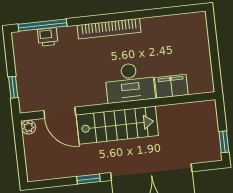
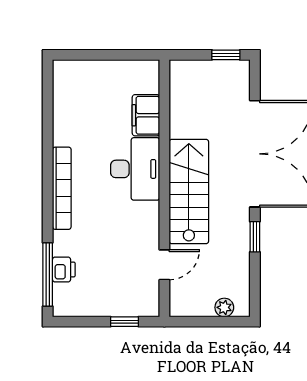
door: (60, 113) -> (164, 265), width x0.73
plant: (28, 127) -> (224, 307), moved

